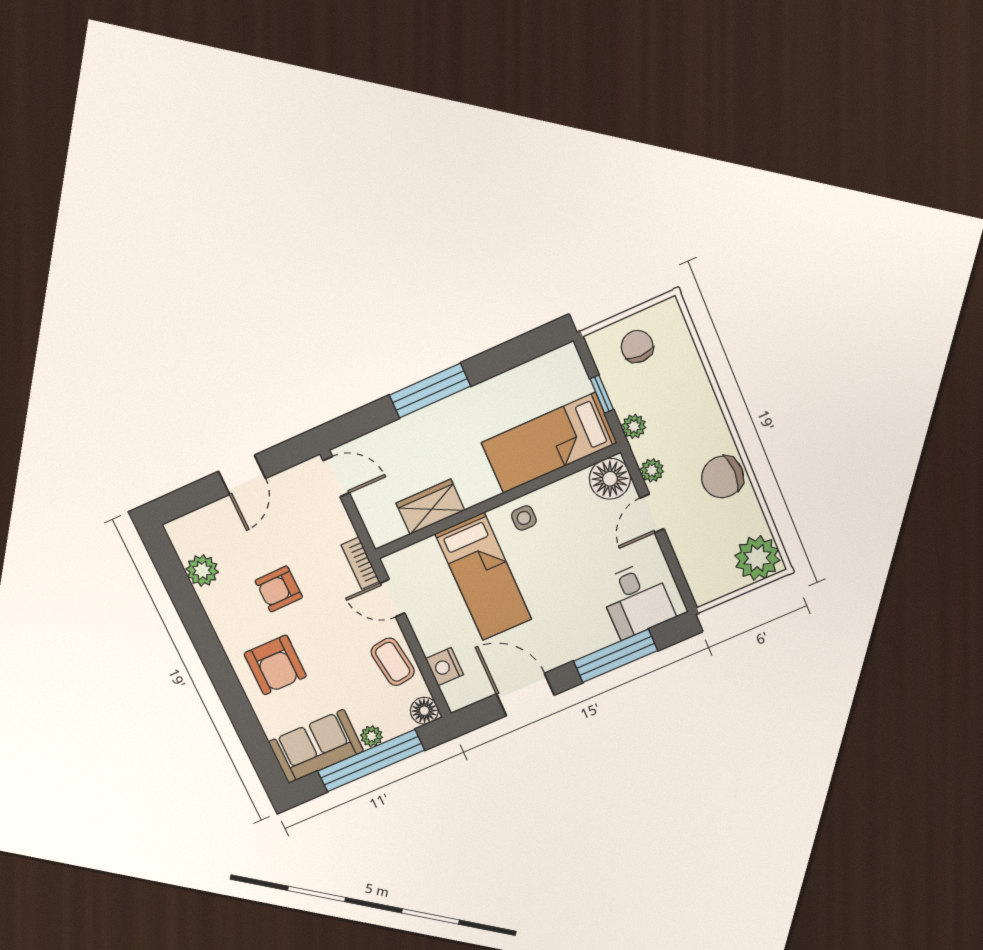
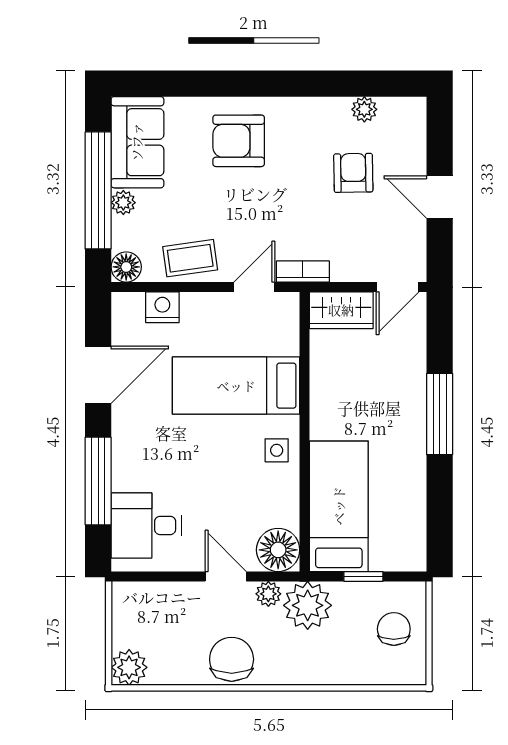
chair: (637, 346) -> (394, 629), turned -90
plant: (634, 426) -> (308, 605), width x1.88, depth x1.88
wardrobe: (430, 507) -> (341, 310), moved, turned 90
plant: (757, 558) -> (129, 667), width x0.73, depth x0.73
plant: (202, 570) -> (364, 109), width x0.73, depth x0.73
armchair: (279, 589) -> (353, 173), moved

